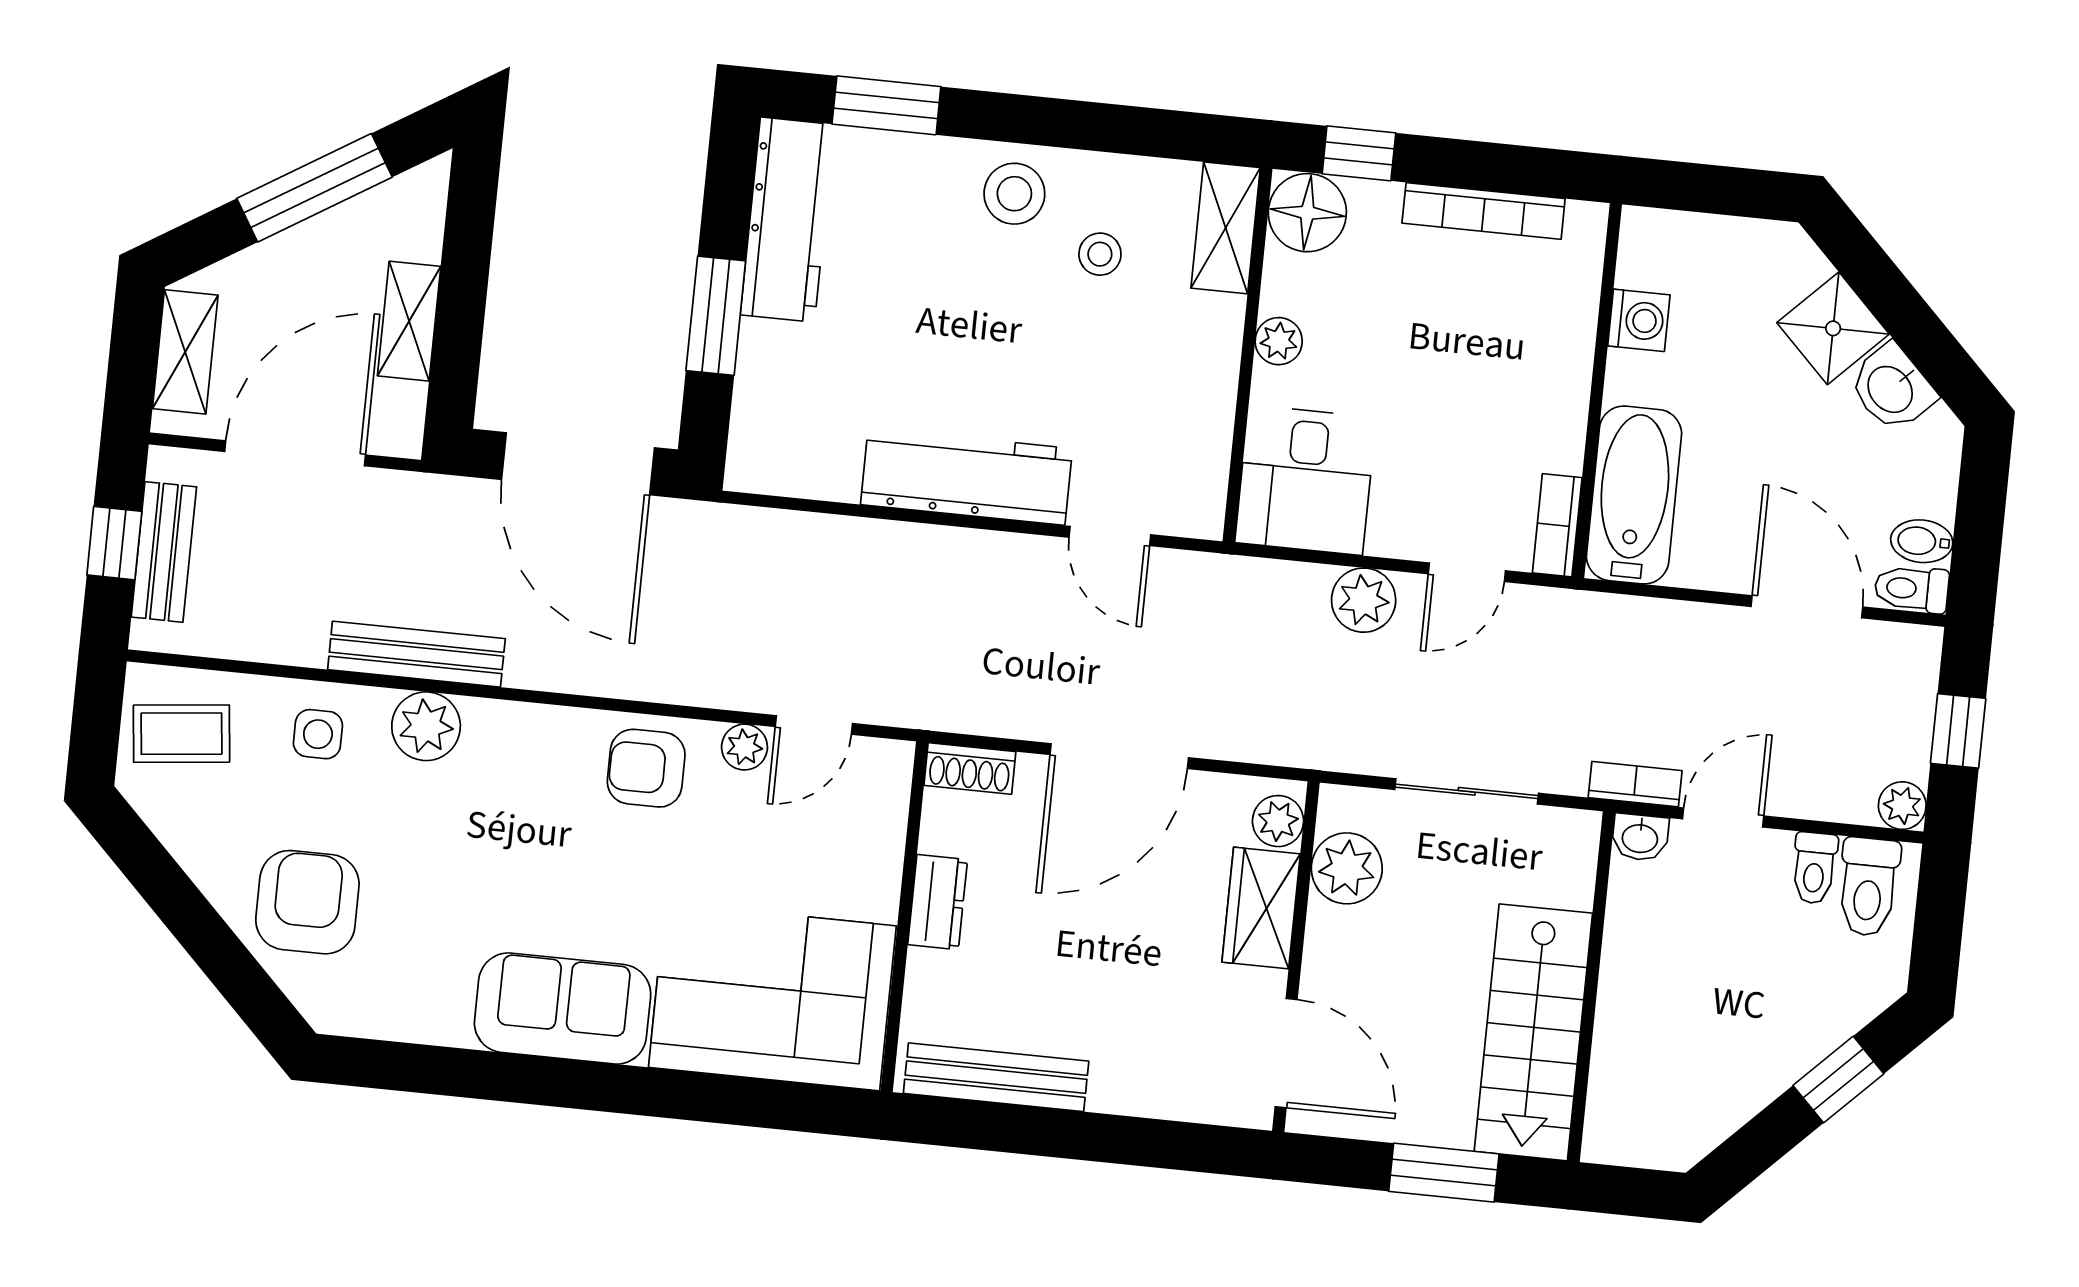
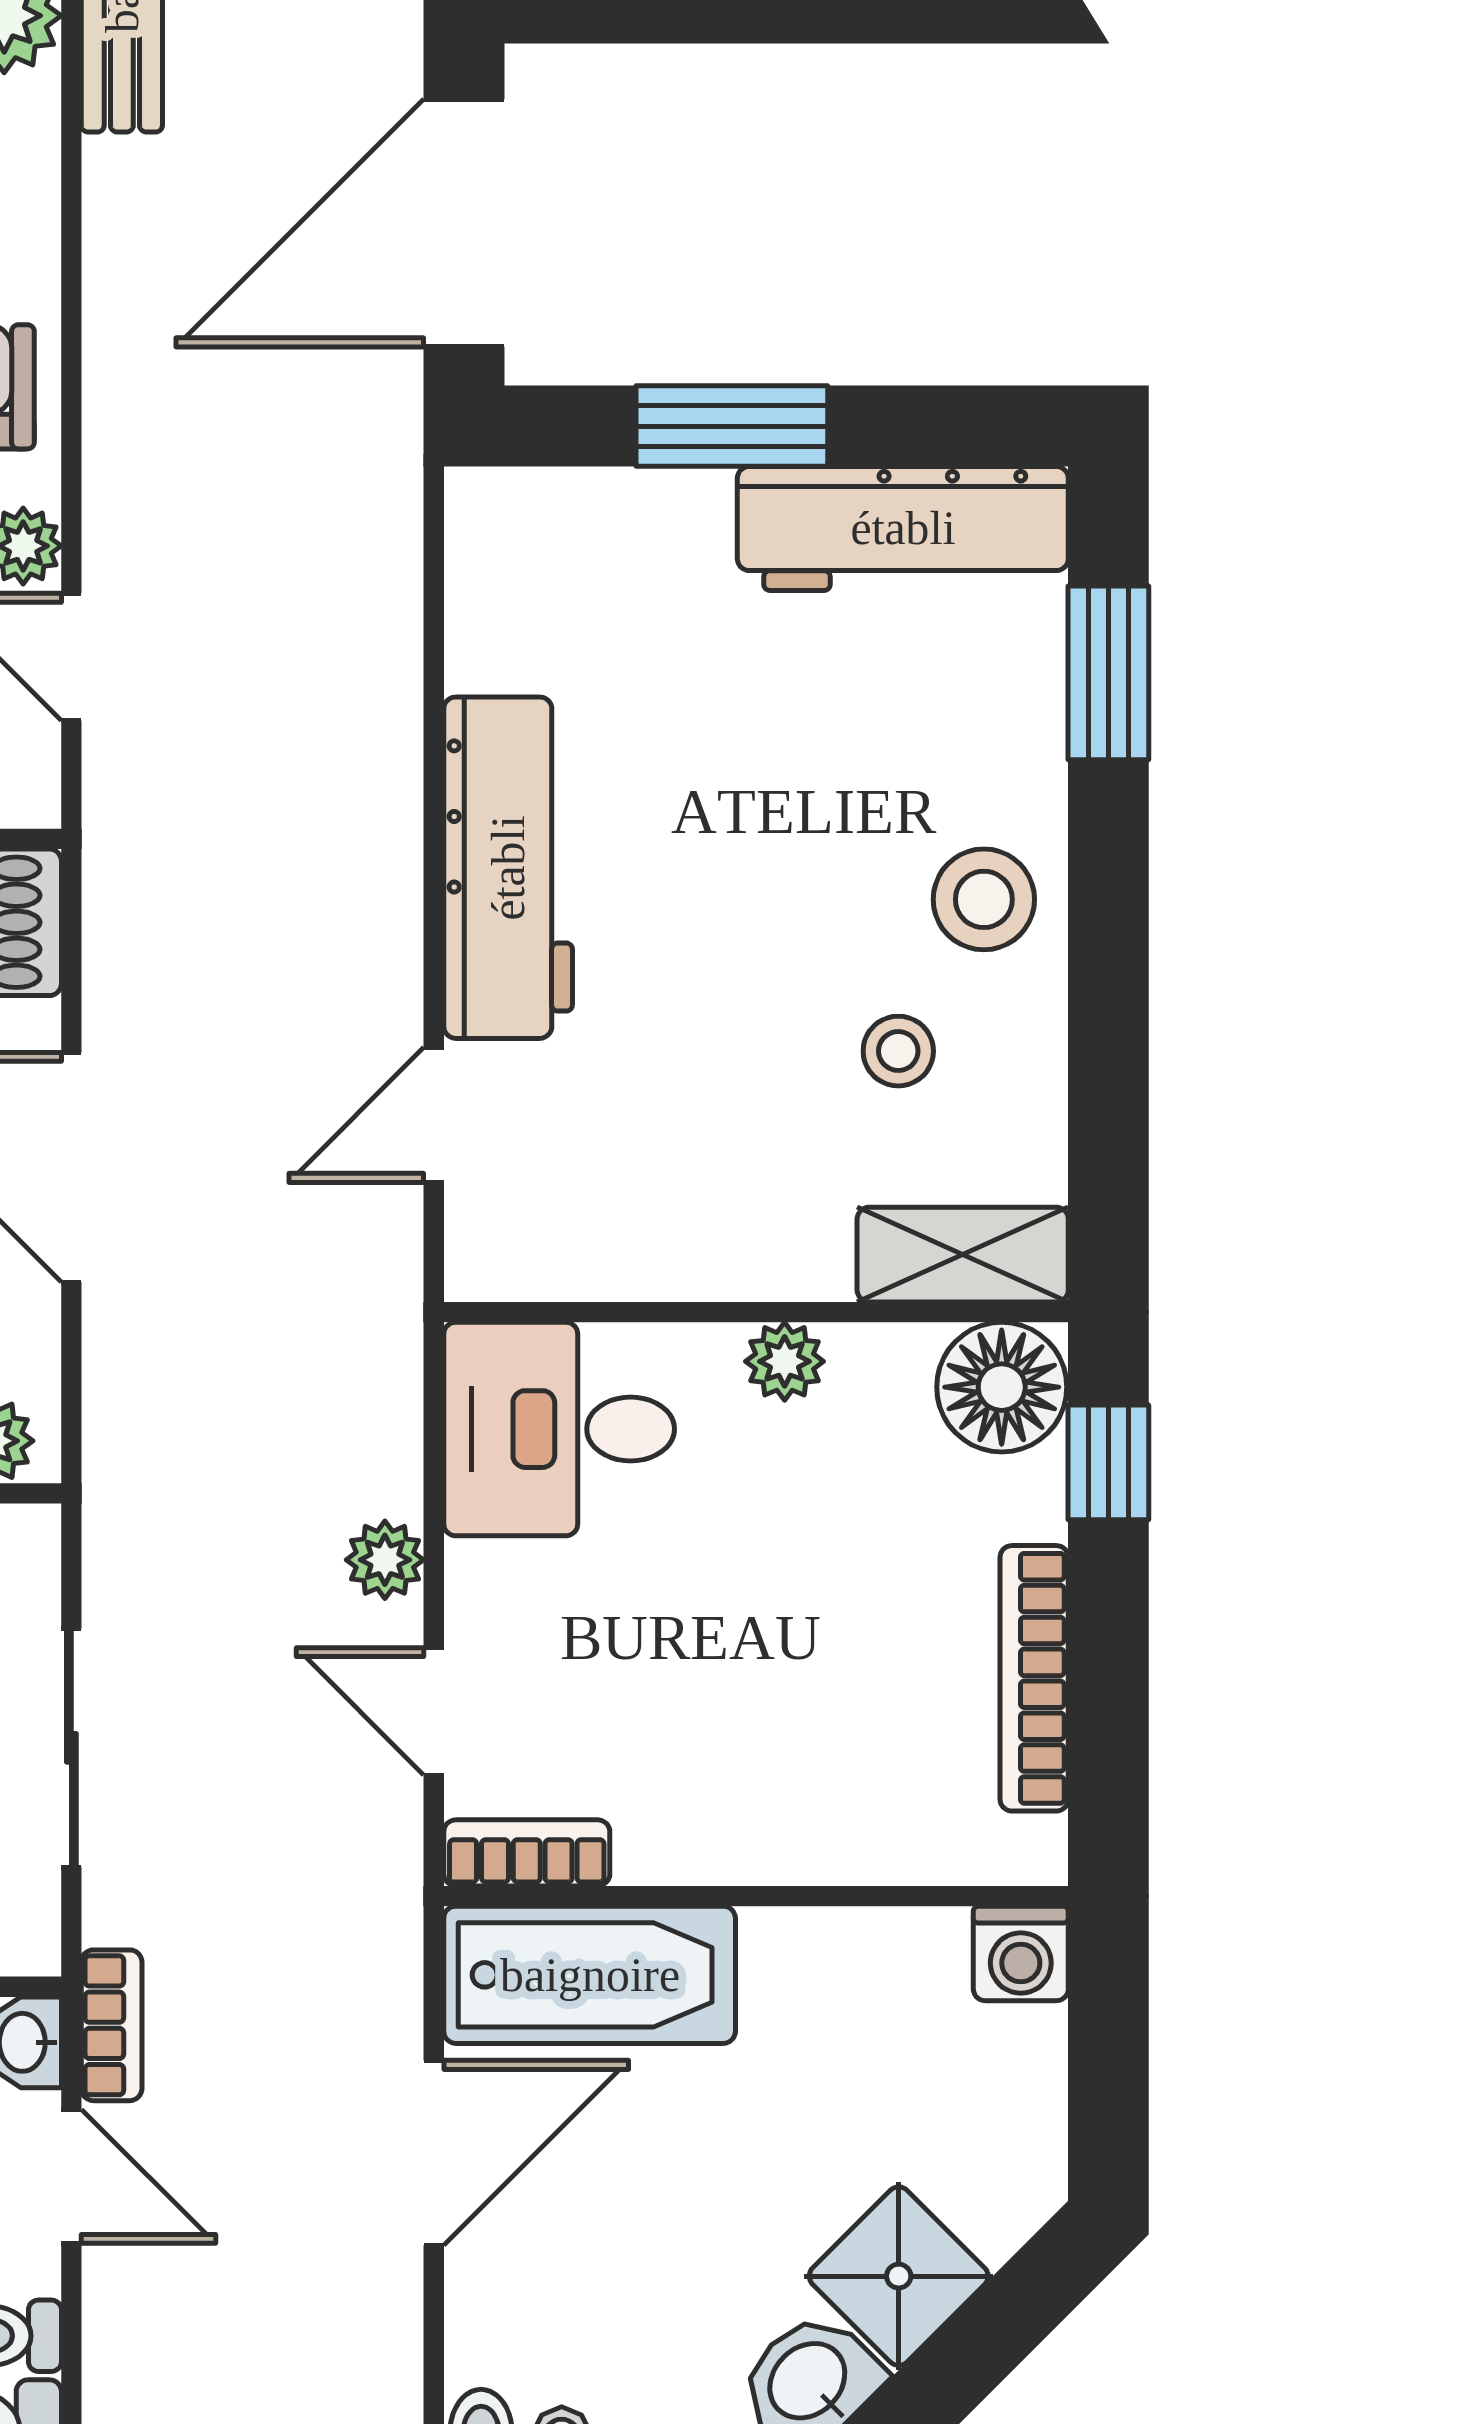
washing machine: (1639, 320) -> (1021, 1954), moved
plant: (1364, 600) -> (385, 1560), width x0.73, depth x0.73
door: (1807, 607) -> (434, 2153), moved

